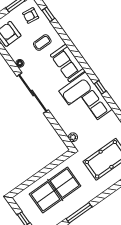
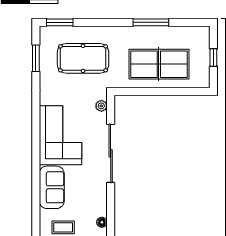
window: (100, 87) -> (36, 138), removed
sliding door: (33, 93) -> (111, 153), moved

